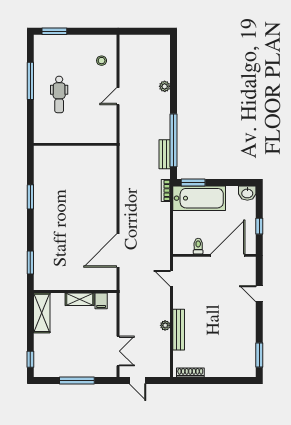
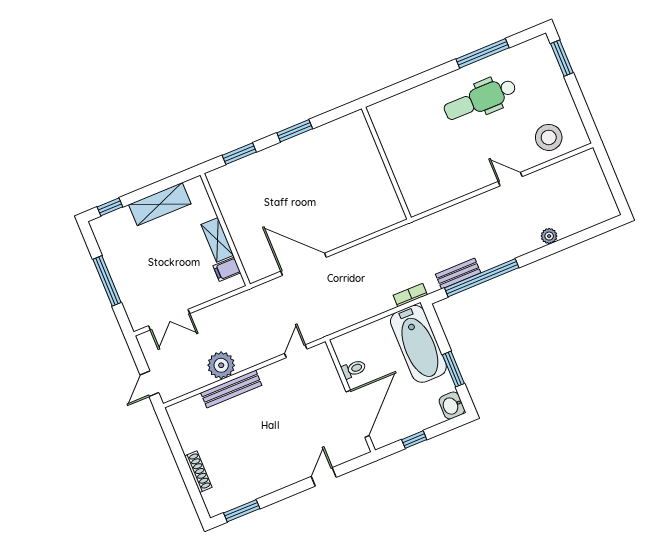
stool: (102, 61) -> (549, 137), width x1.89, depth x1.89
dental chair: (59, 94) -> (480, 99), width x1.36, depth x1.38
wall: (75, 144) -> (386, 163), moved
window: (193, 182) -> (453, 369), moved
window: (30, 197) -> (295, 131), moved
door: (228, 255) -> (358, 414), hinge flipped
shelving: (42, 313) -> (160, 204), moved
plant: (165, 325) -> (221, 365), width x1.88, depth x1.88
shoe rack: (190, 372) -> (198, 472), moved
door: (138, 380) -> (149, 384), moved

